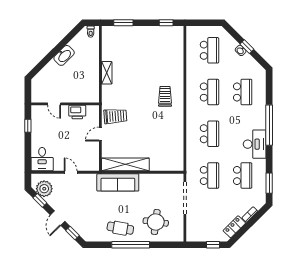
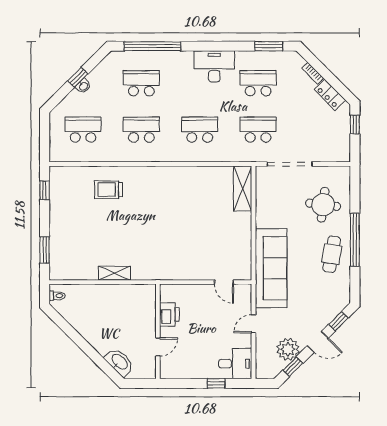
washbasin: (64, 55) -> (119, 362), moved
trolley: (165, 96) -> (108, 190), moved
trolley: (115, 116) -> (175, 261), removed
window: (269, 125) -> (152, 46), moved
window: (28, 126) -> (216, 383), moved
door: (100, 134) -> (224, 282), moved
shelving: (125, 164) -> (243, 188), moved, width x0.68
sofa: (118, 182) -> (271, 268), width x1.36, depth x1.27
plant: (44, 189) -> (288, 349), moved

